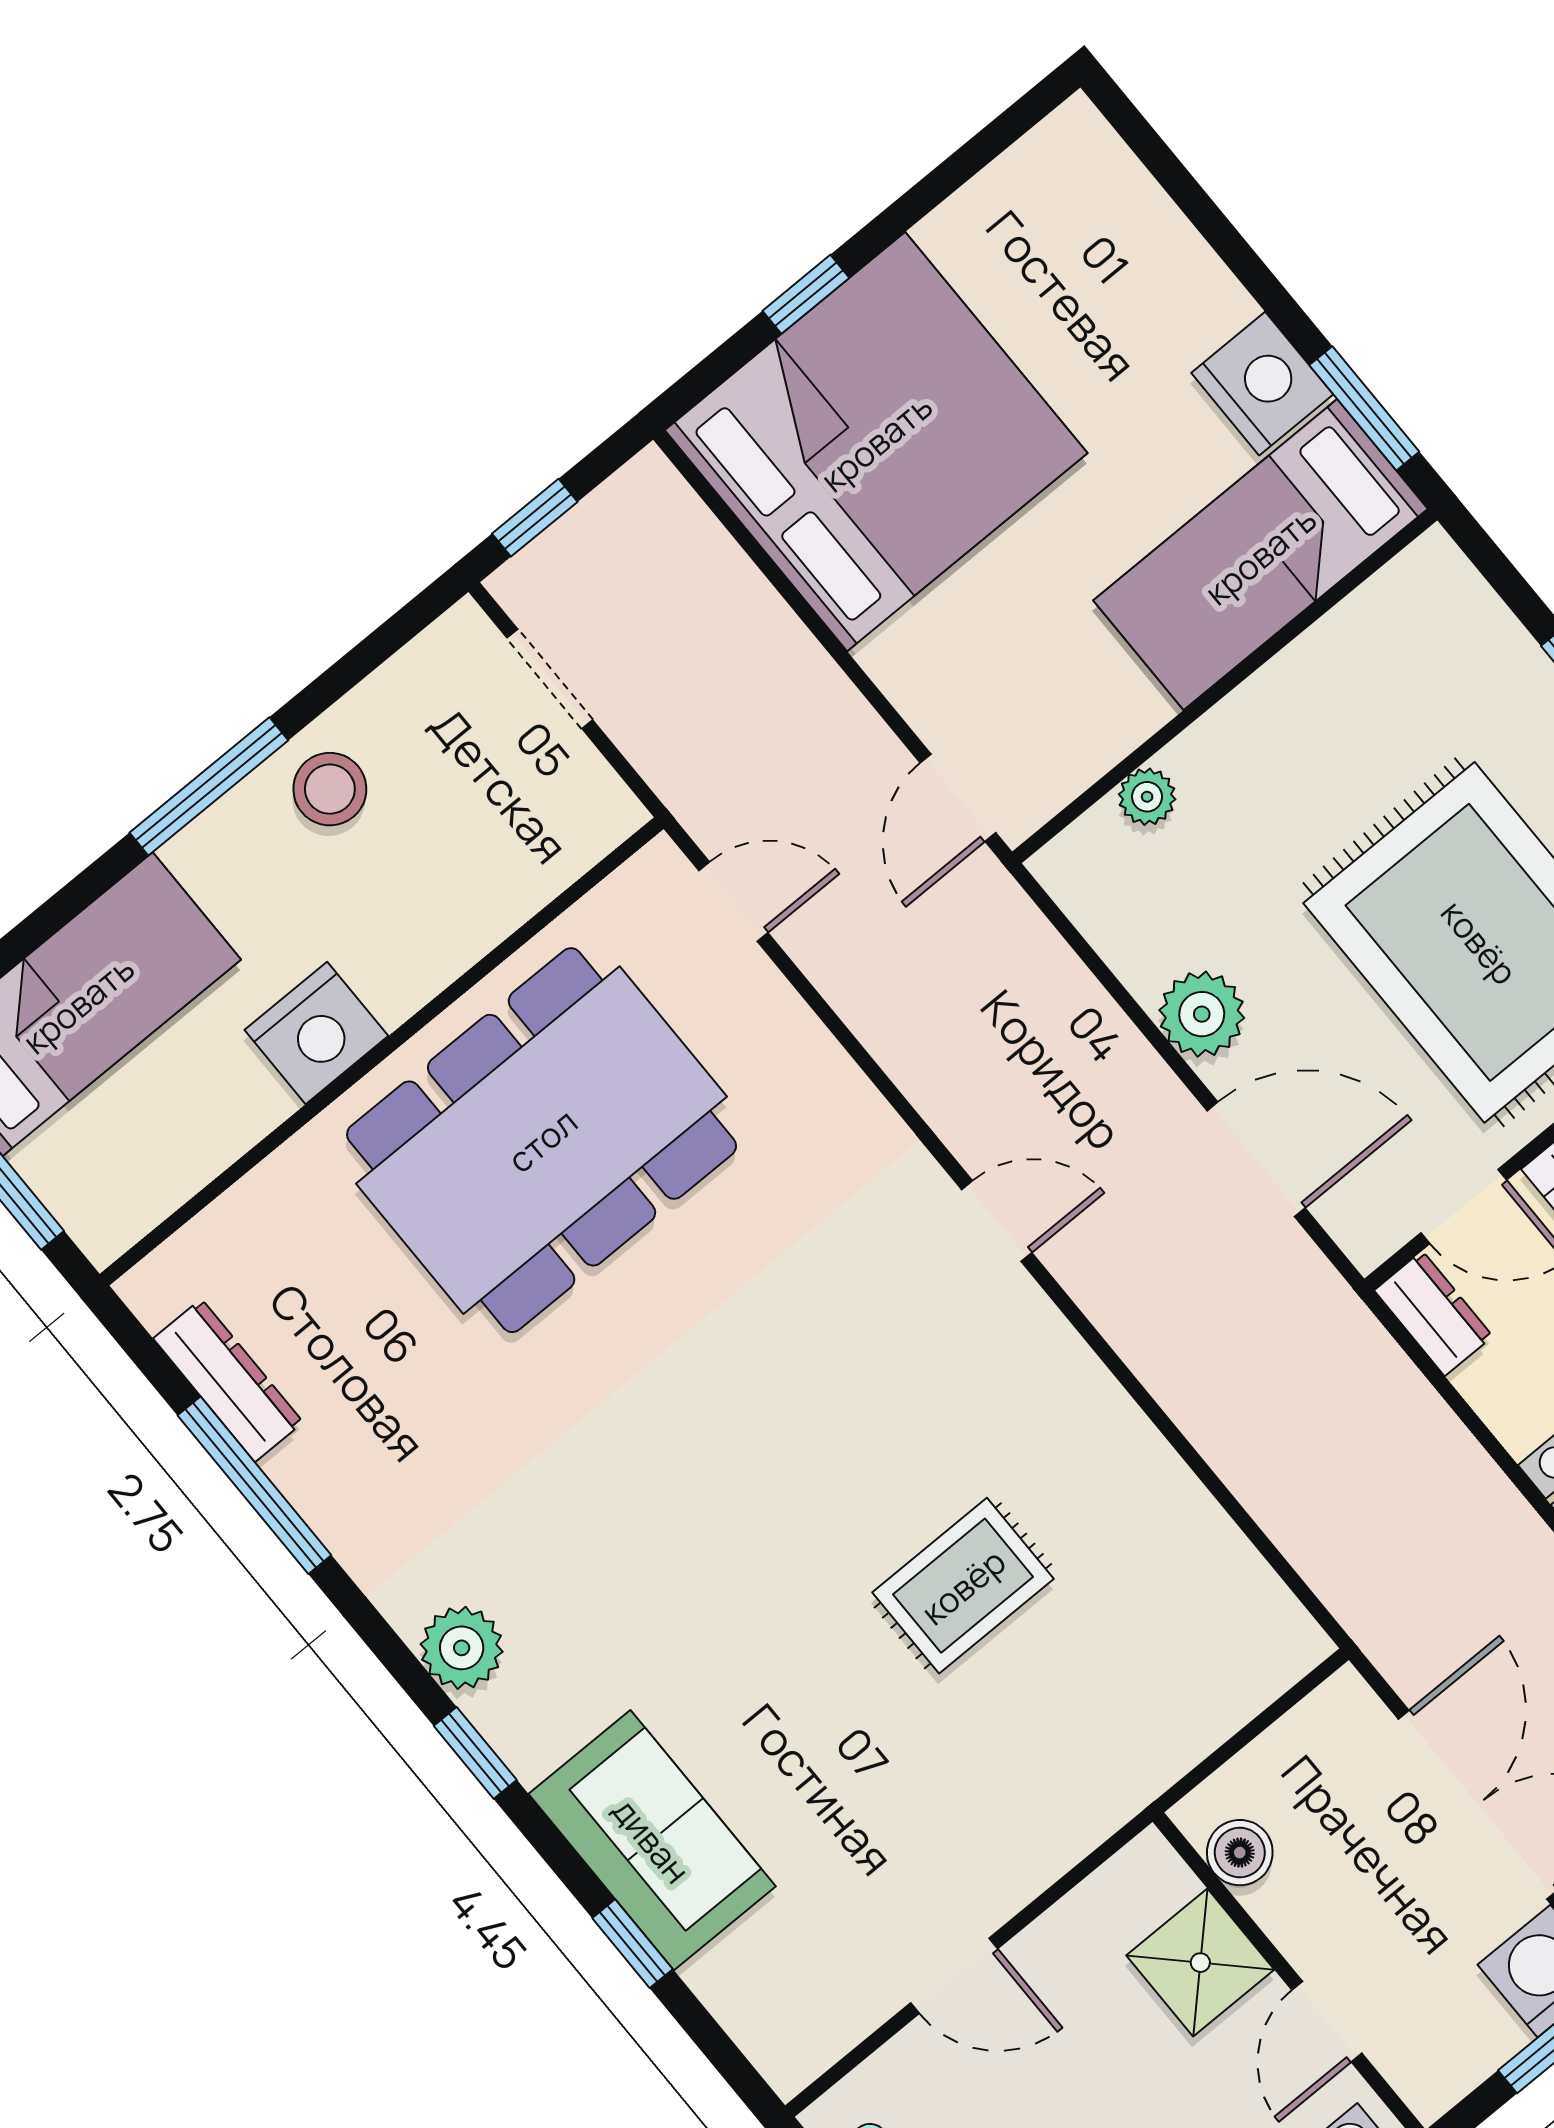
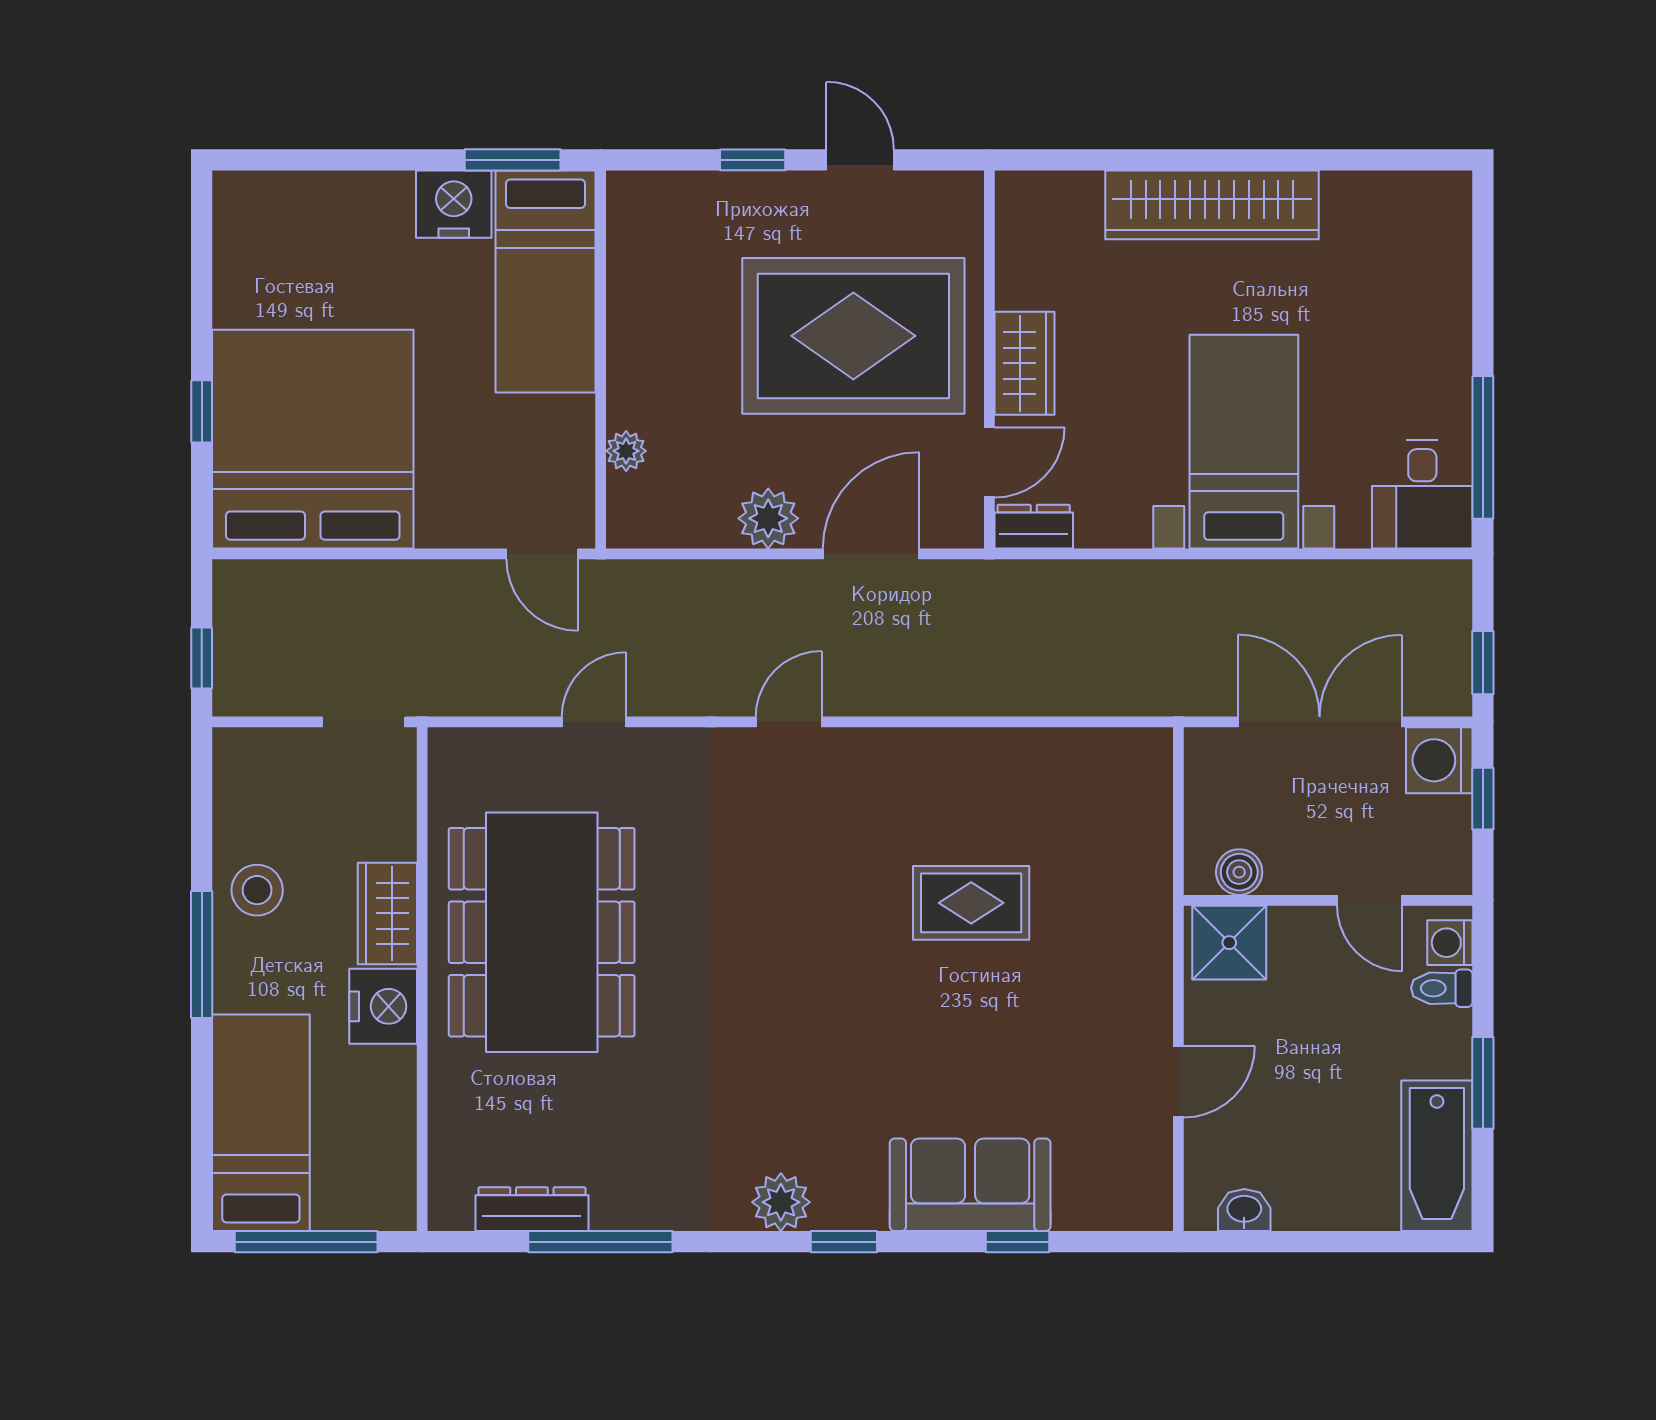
doorway: (550, 679) -> (364, 722), moved
door: (733, 902) -> (594, 722), moved
wardrobe: (422, 953) -> (387, 913), added
rug: (963, 1586) -> (971, 903), turned 90
shower: (1200, 1963) -> (1229, 943), moved

